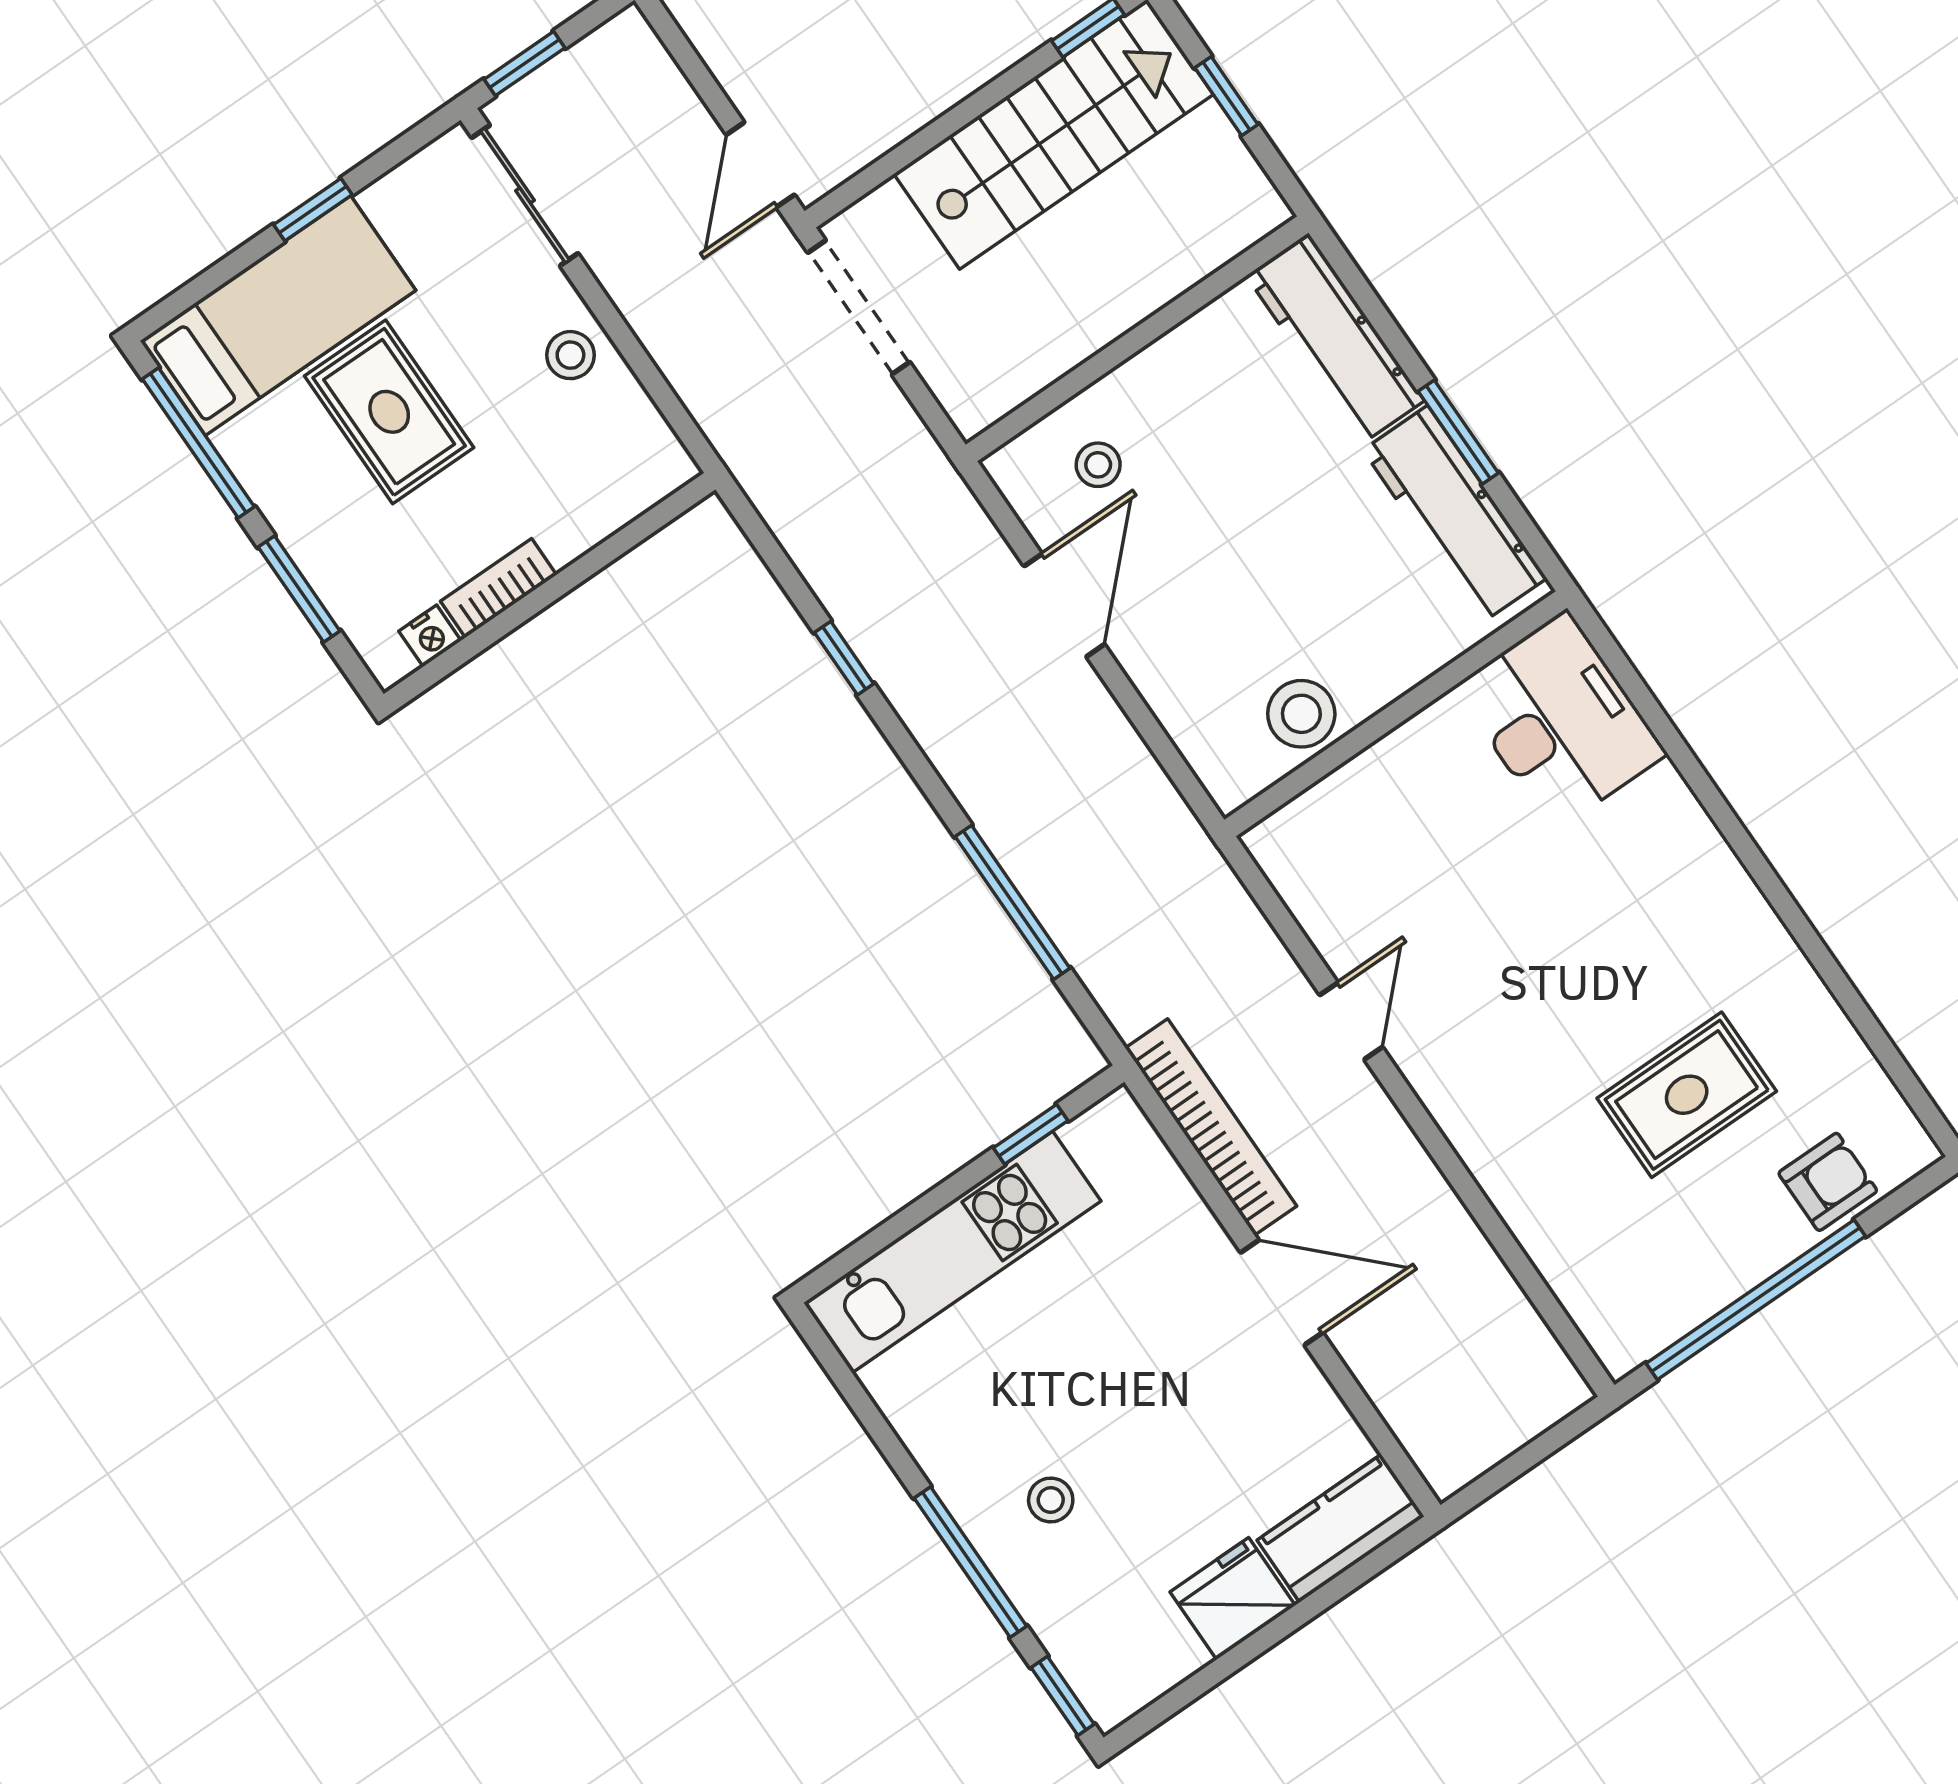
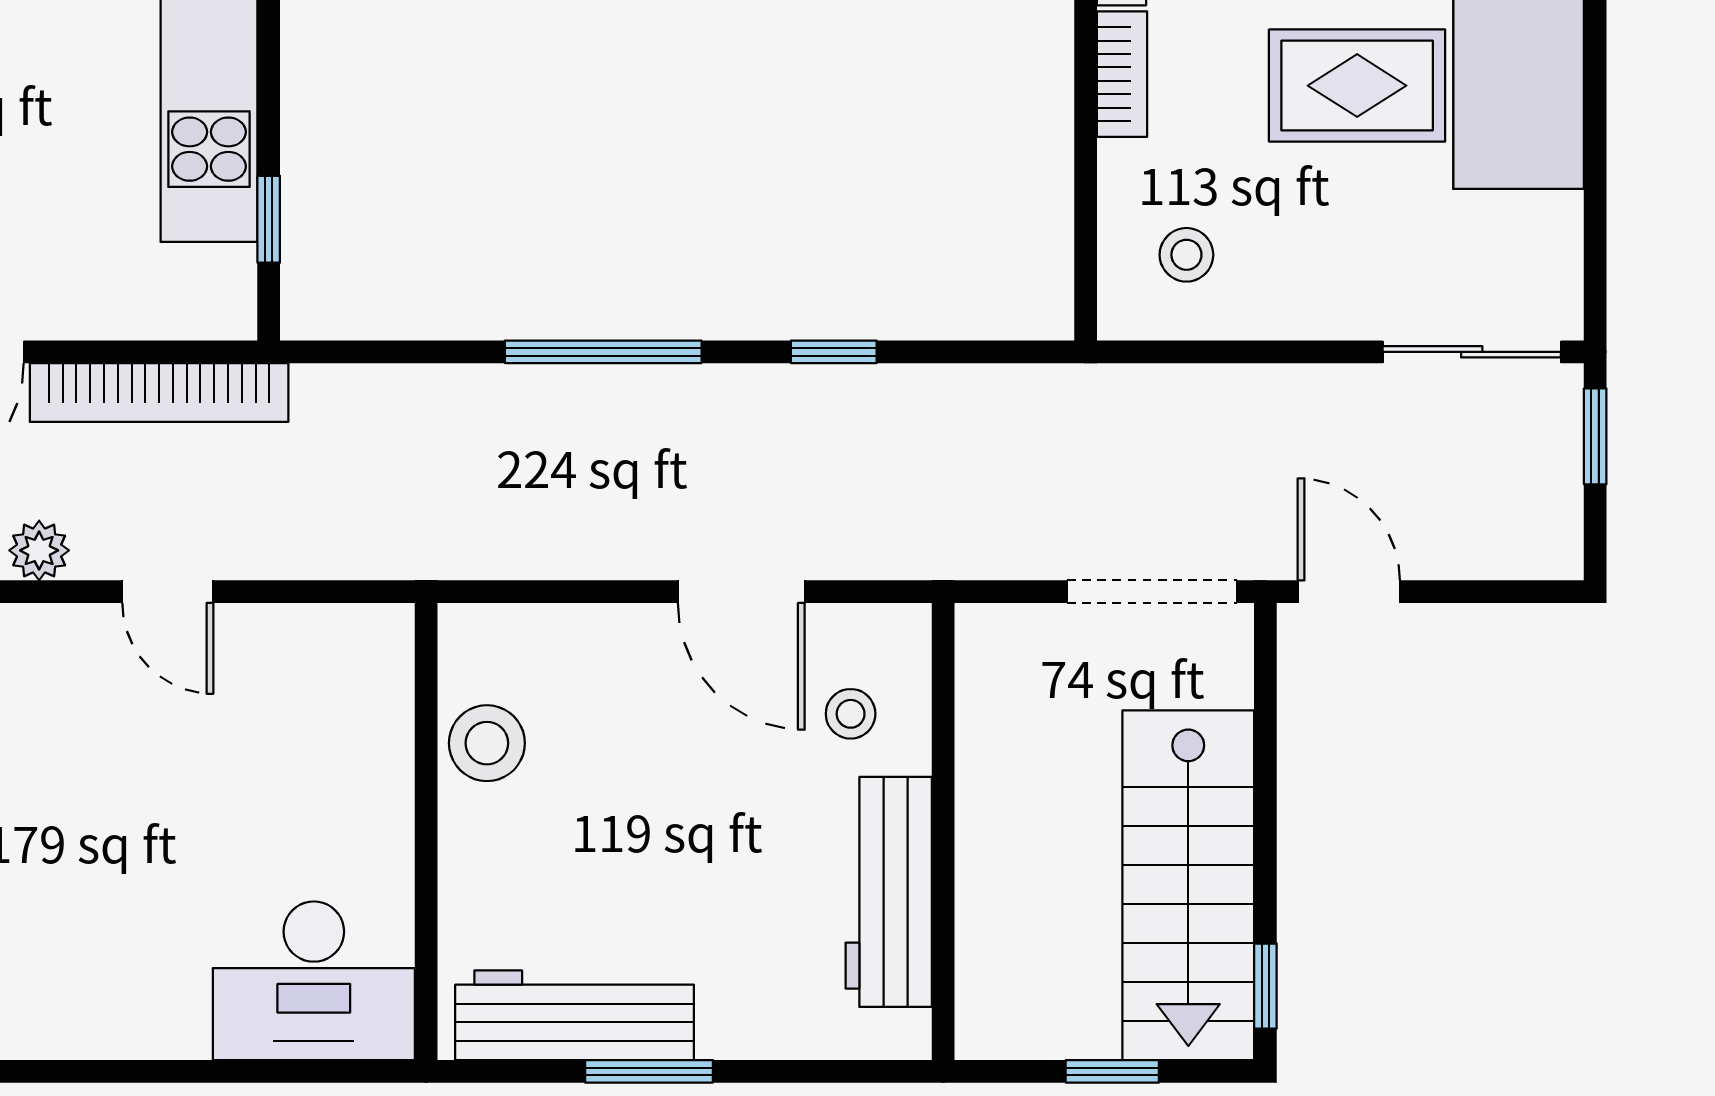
window: (313, 210) -> (1595, 144), removed
workbench: (1336, 339) -> (889, 892), moved, turned -90
stool: (570, 355) -> (1186, 255), moved
window: (1013, 902) -> (603, 352), moved
plant: (1386, 1135) -> (39, 550), added

